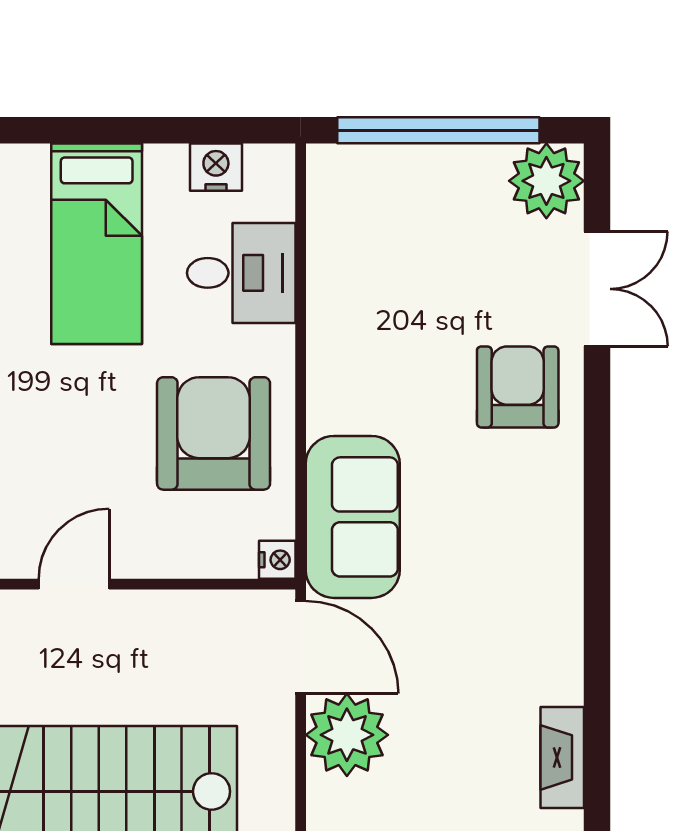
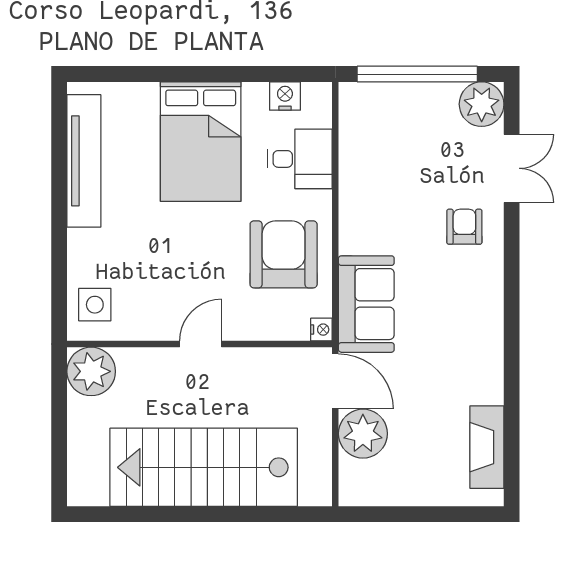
bed: (97, 244) -> (201, 142), width x1.50
armchair: (518, 387) -> (464, 227), width x0.72, depth x0.72
fireplace: (562, 757) -> (487, 447), width x1.37, depth x1.32

